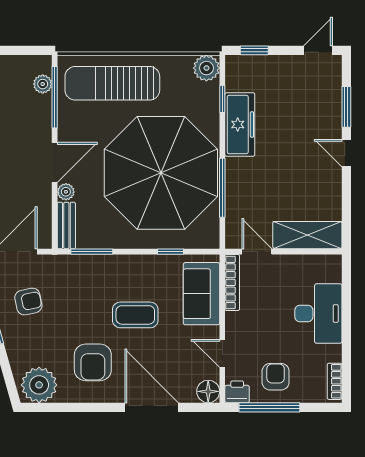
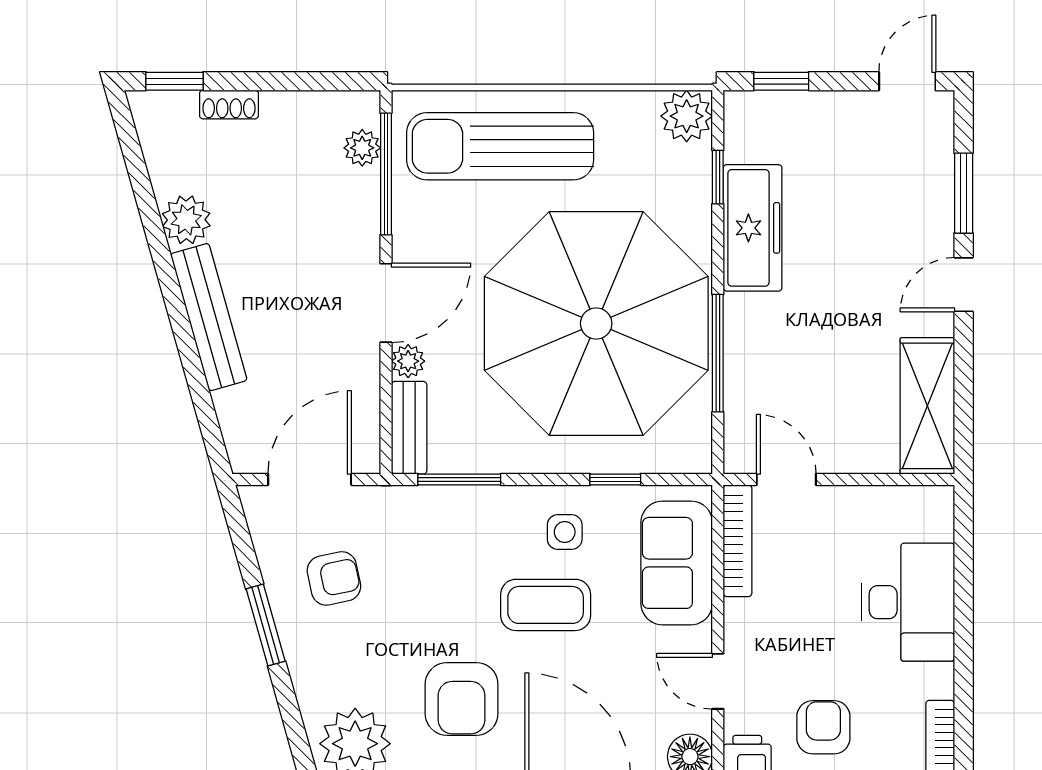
door: (346, 153) -> (964, 285), hinge flipped
shelving: (307, 235) -> (927, 406), moved, turned 90
side table: (145, 278) -> (565, 532), added

